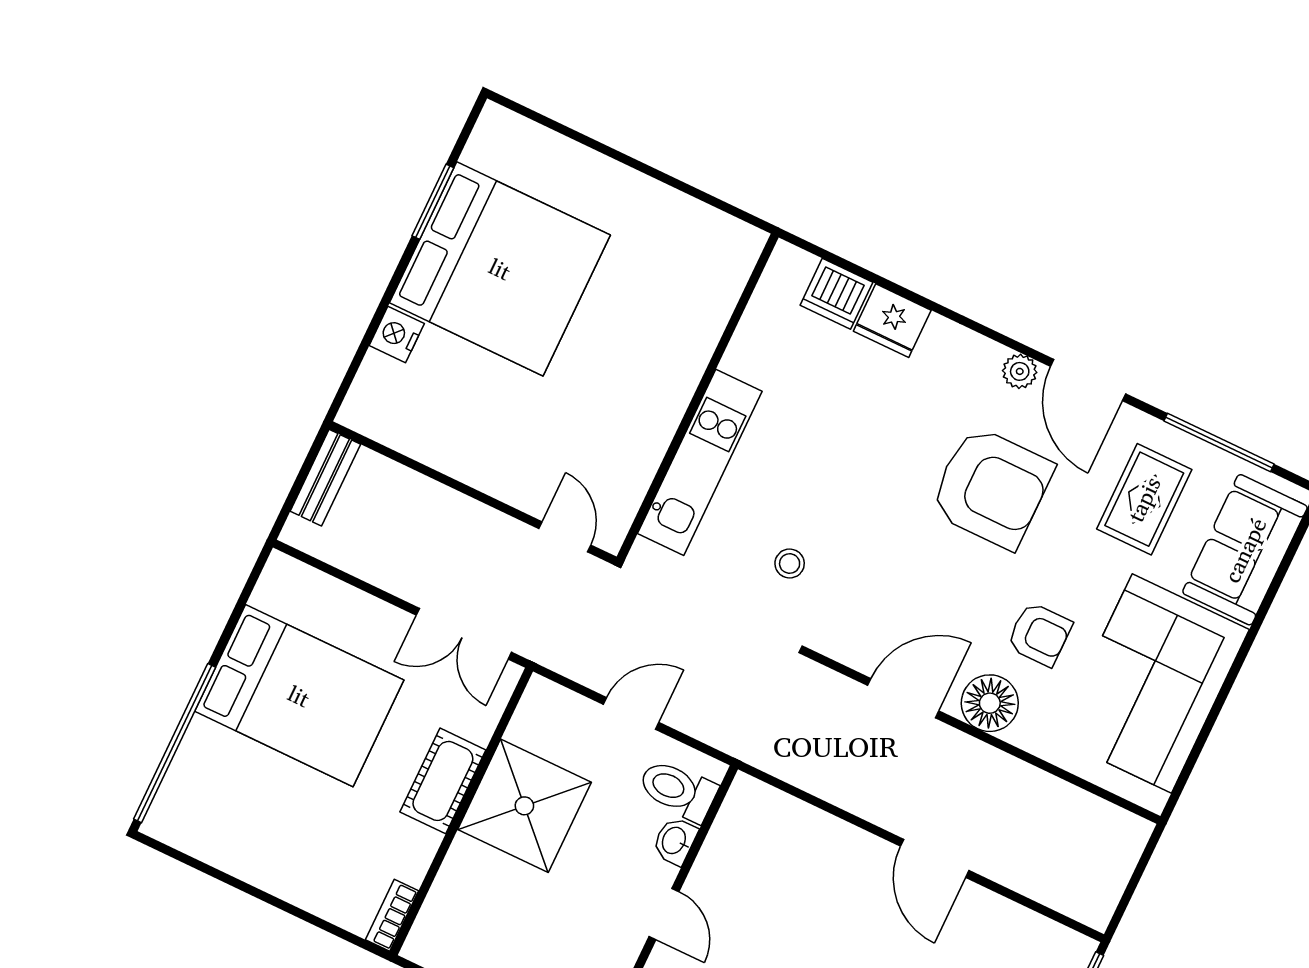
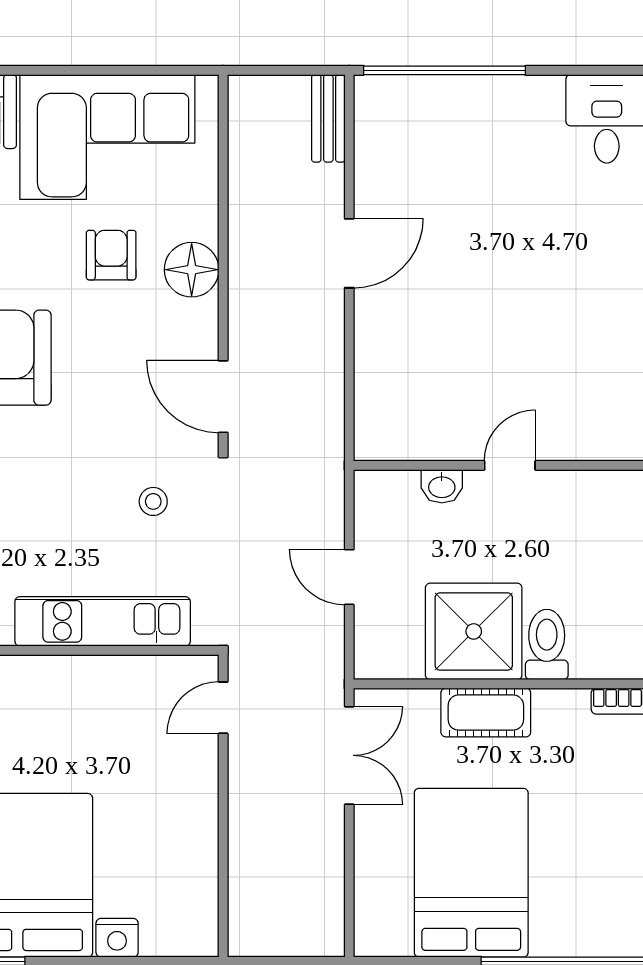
bench: (325, 478) -> (328, 118), moved, turned 90
door: (903, 698) -> (223, 397), moved
toilet: (678, 790) -> (547, 645), moved, turned 180

